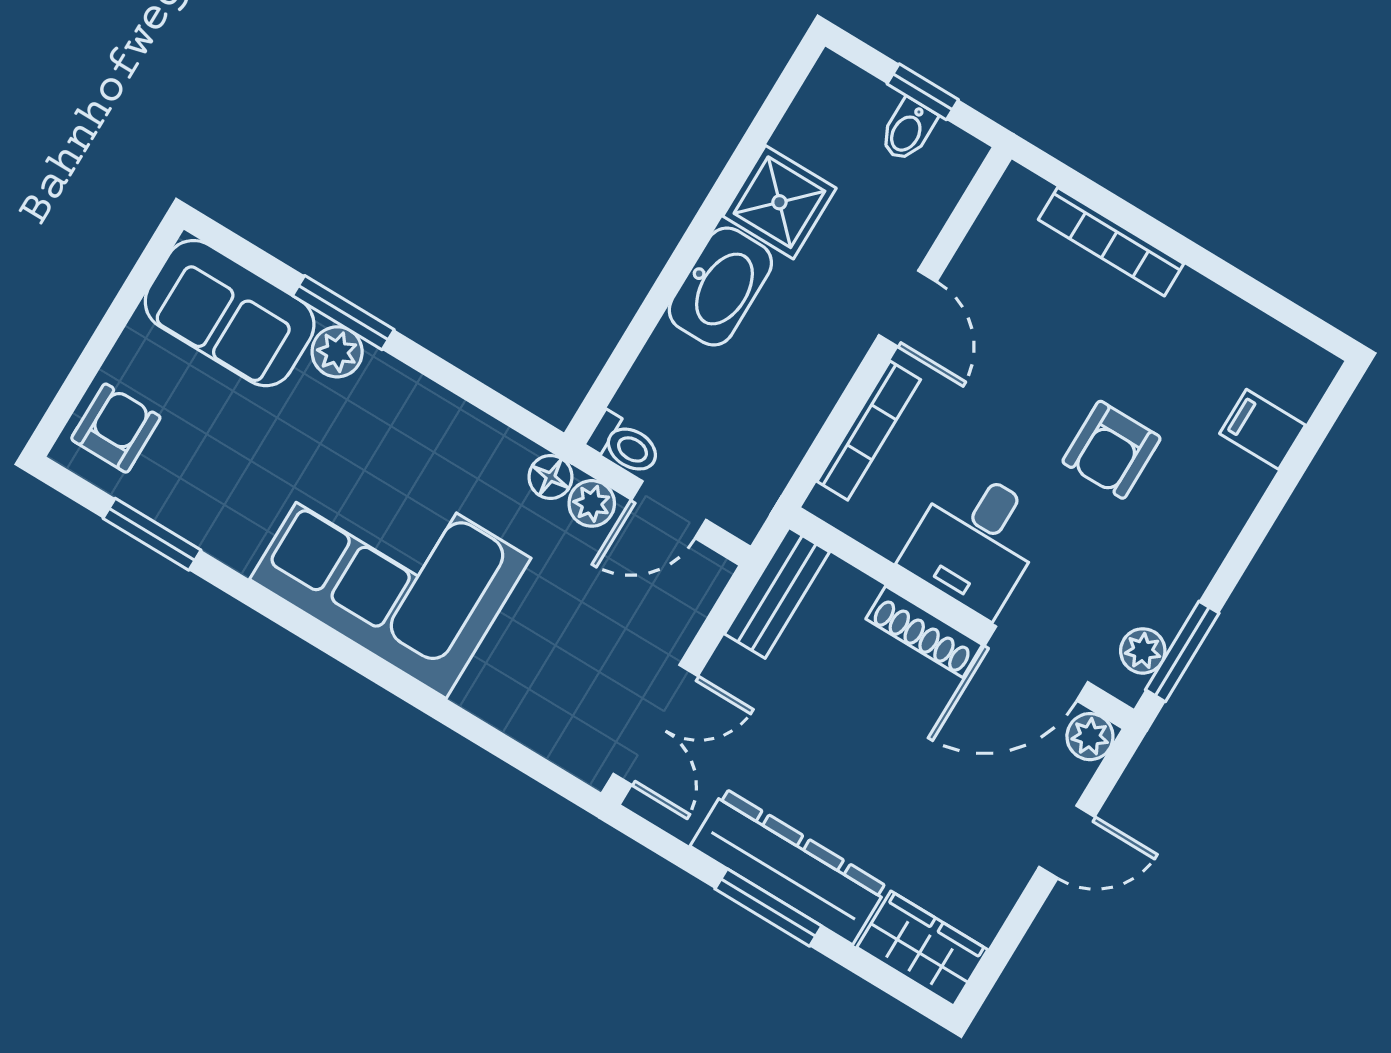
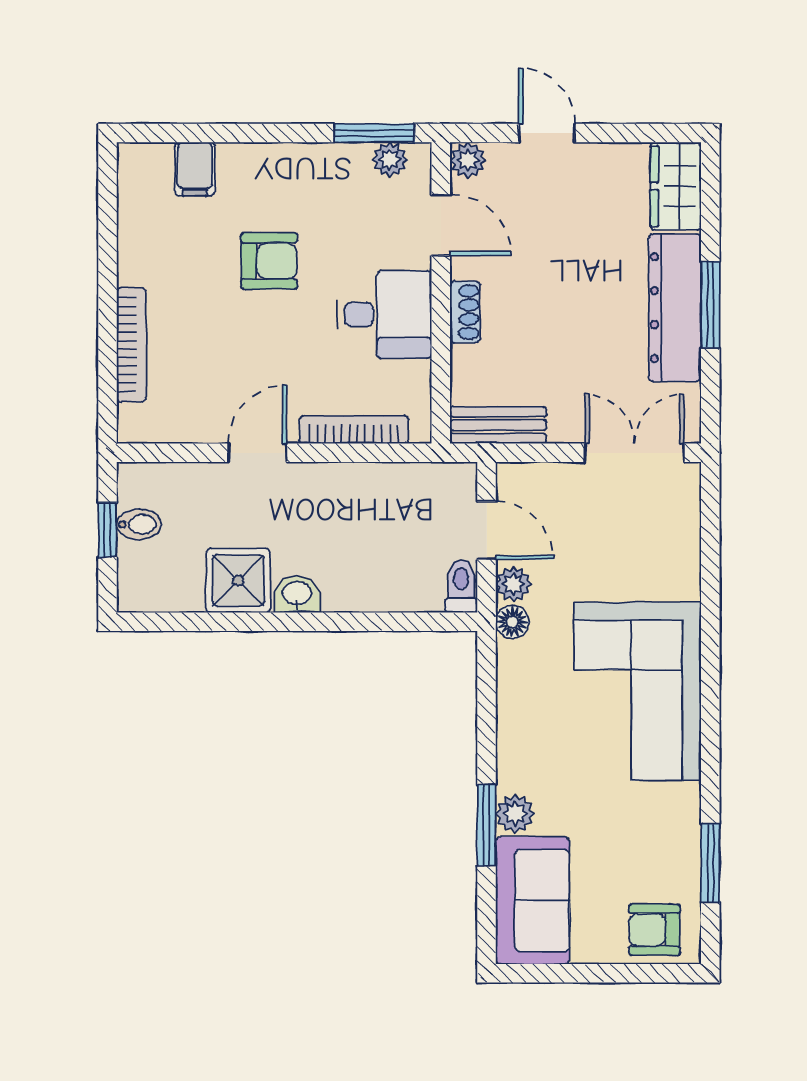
washbasin: (720, 286) -> (297, 594), width x0.52, depth x0.69
shoe rack: (924, 632) -> (465, 312), width x0.70
door: (1036, 663) -> (441, 225), width x0.73

